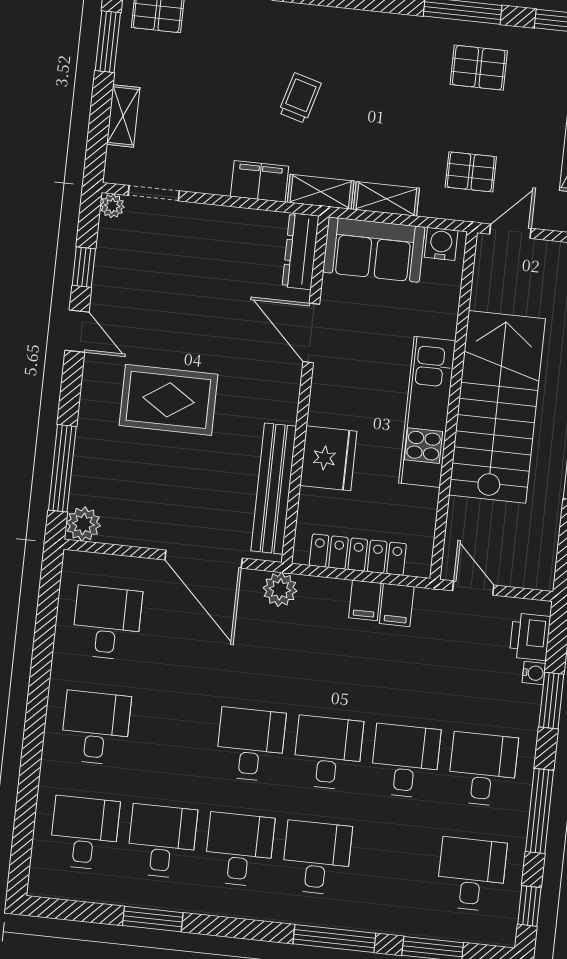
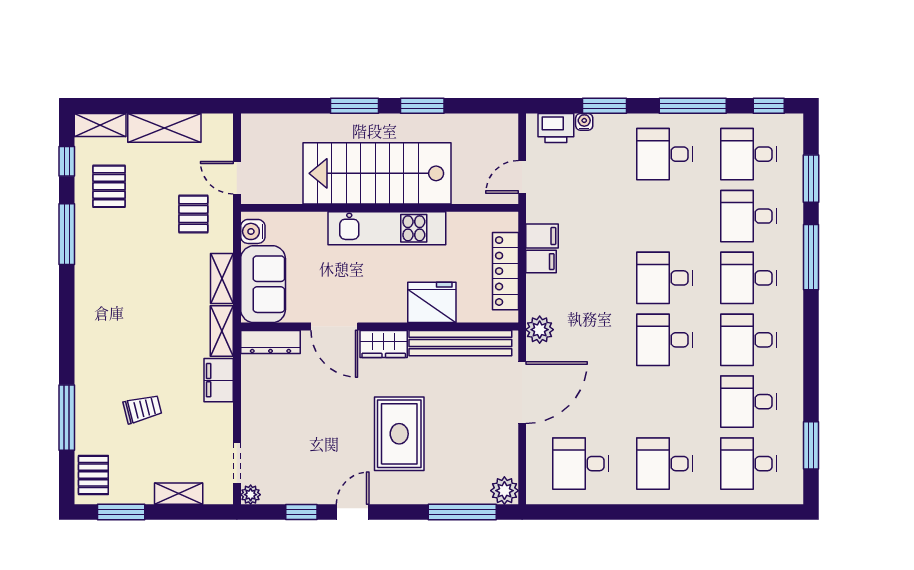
pallet: (479, 68) -> (109, 186), moved
trolley: (300, 98) -> (142, 409), moved, turned 150
door: (311, 333) -> (334, 327), hinge flipped
wardrobe: (283, 392) -> (384, 344), added
desk: (405, 761) -> (749, 216), moved
window: (153, 919) -> (811, 445), moved

